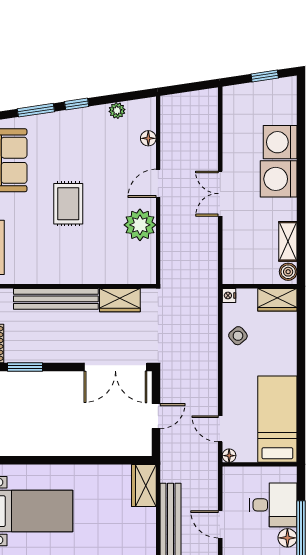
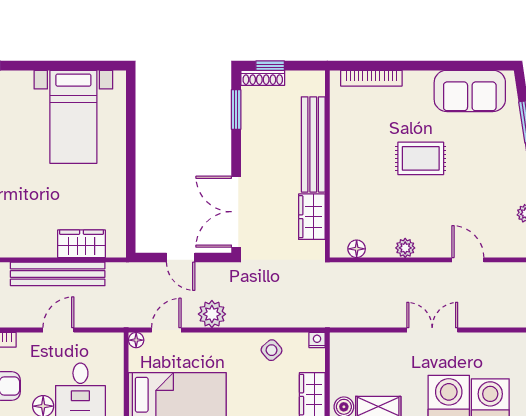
floor lamp: (148, 138) -> (357, 249), moved
door: (158, 183) -> (468, 260), moved
plant: (140, 225) -> (405, 248), width x0.53, depth x0.53
plant: (206, 388) -> (212, 314), added
wardrobe: (144, 485) -> (82, 244), moved

